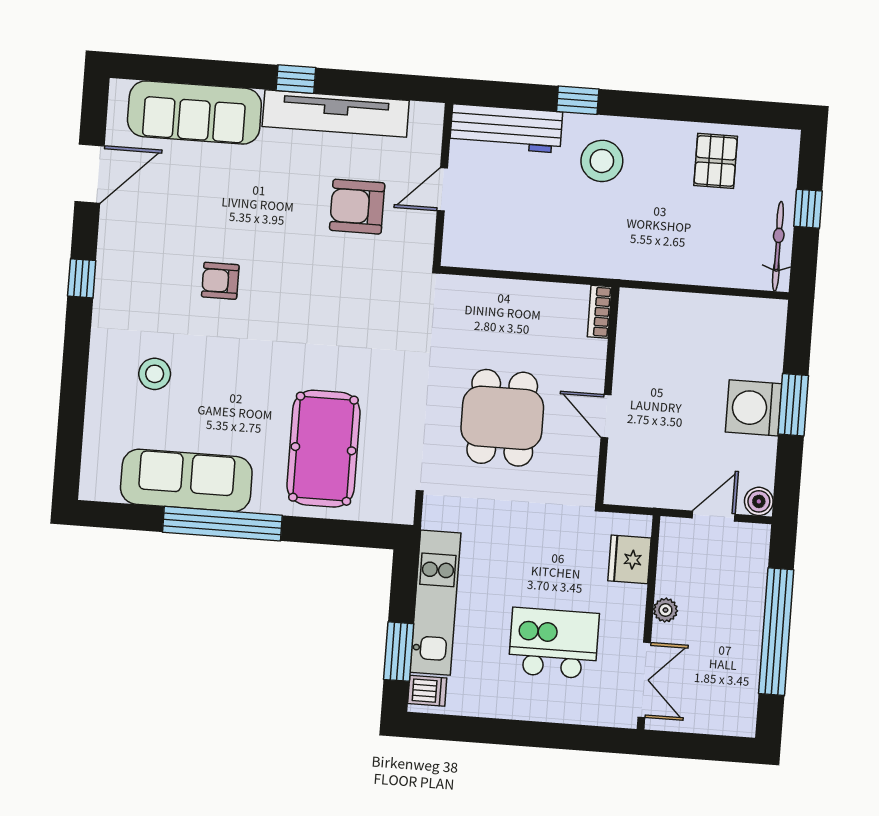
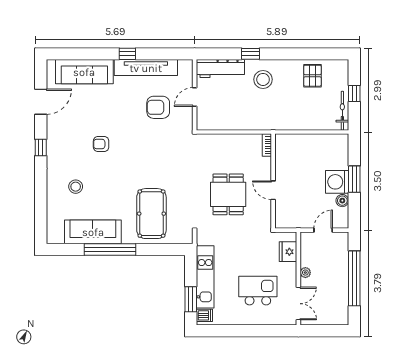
boiler: (759, 501) -> (342, 201), moved

